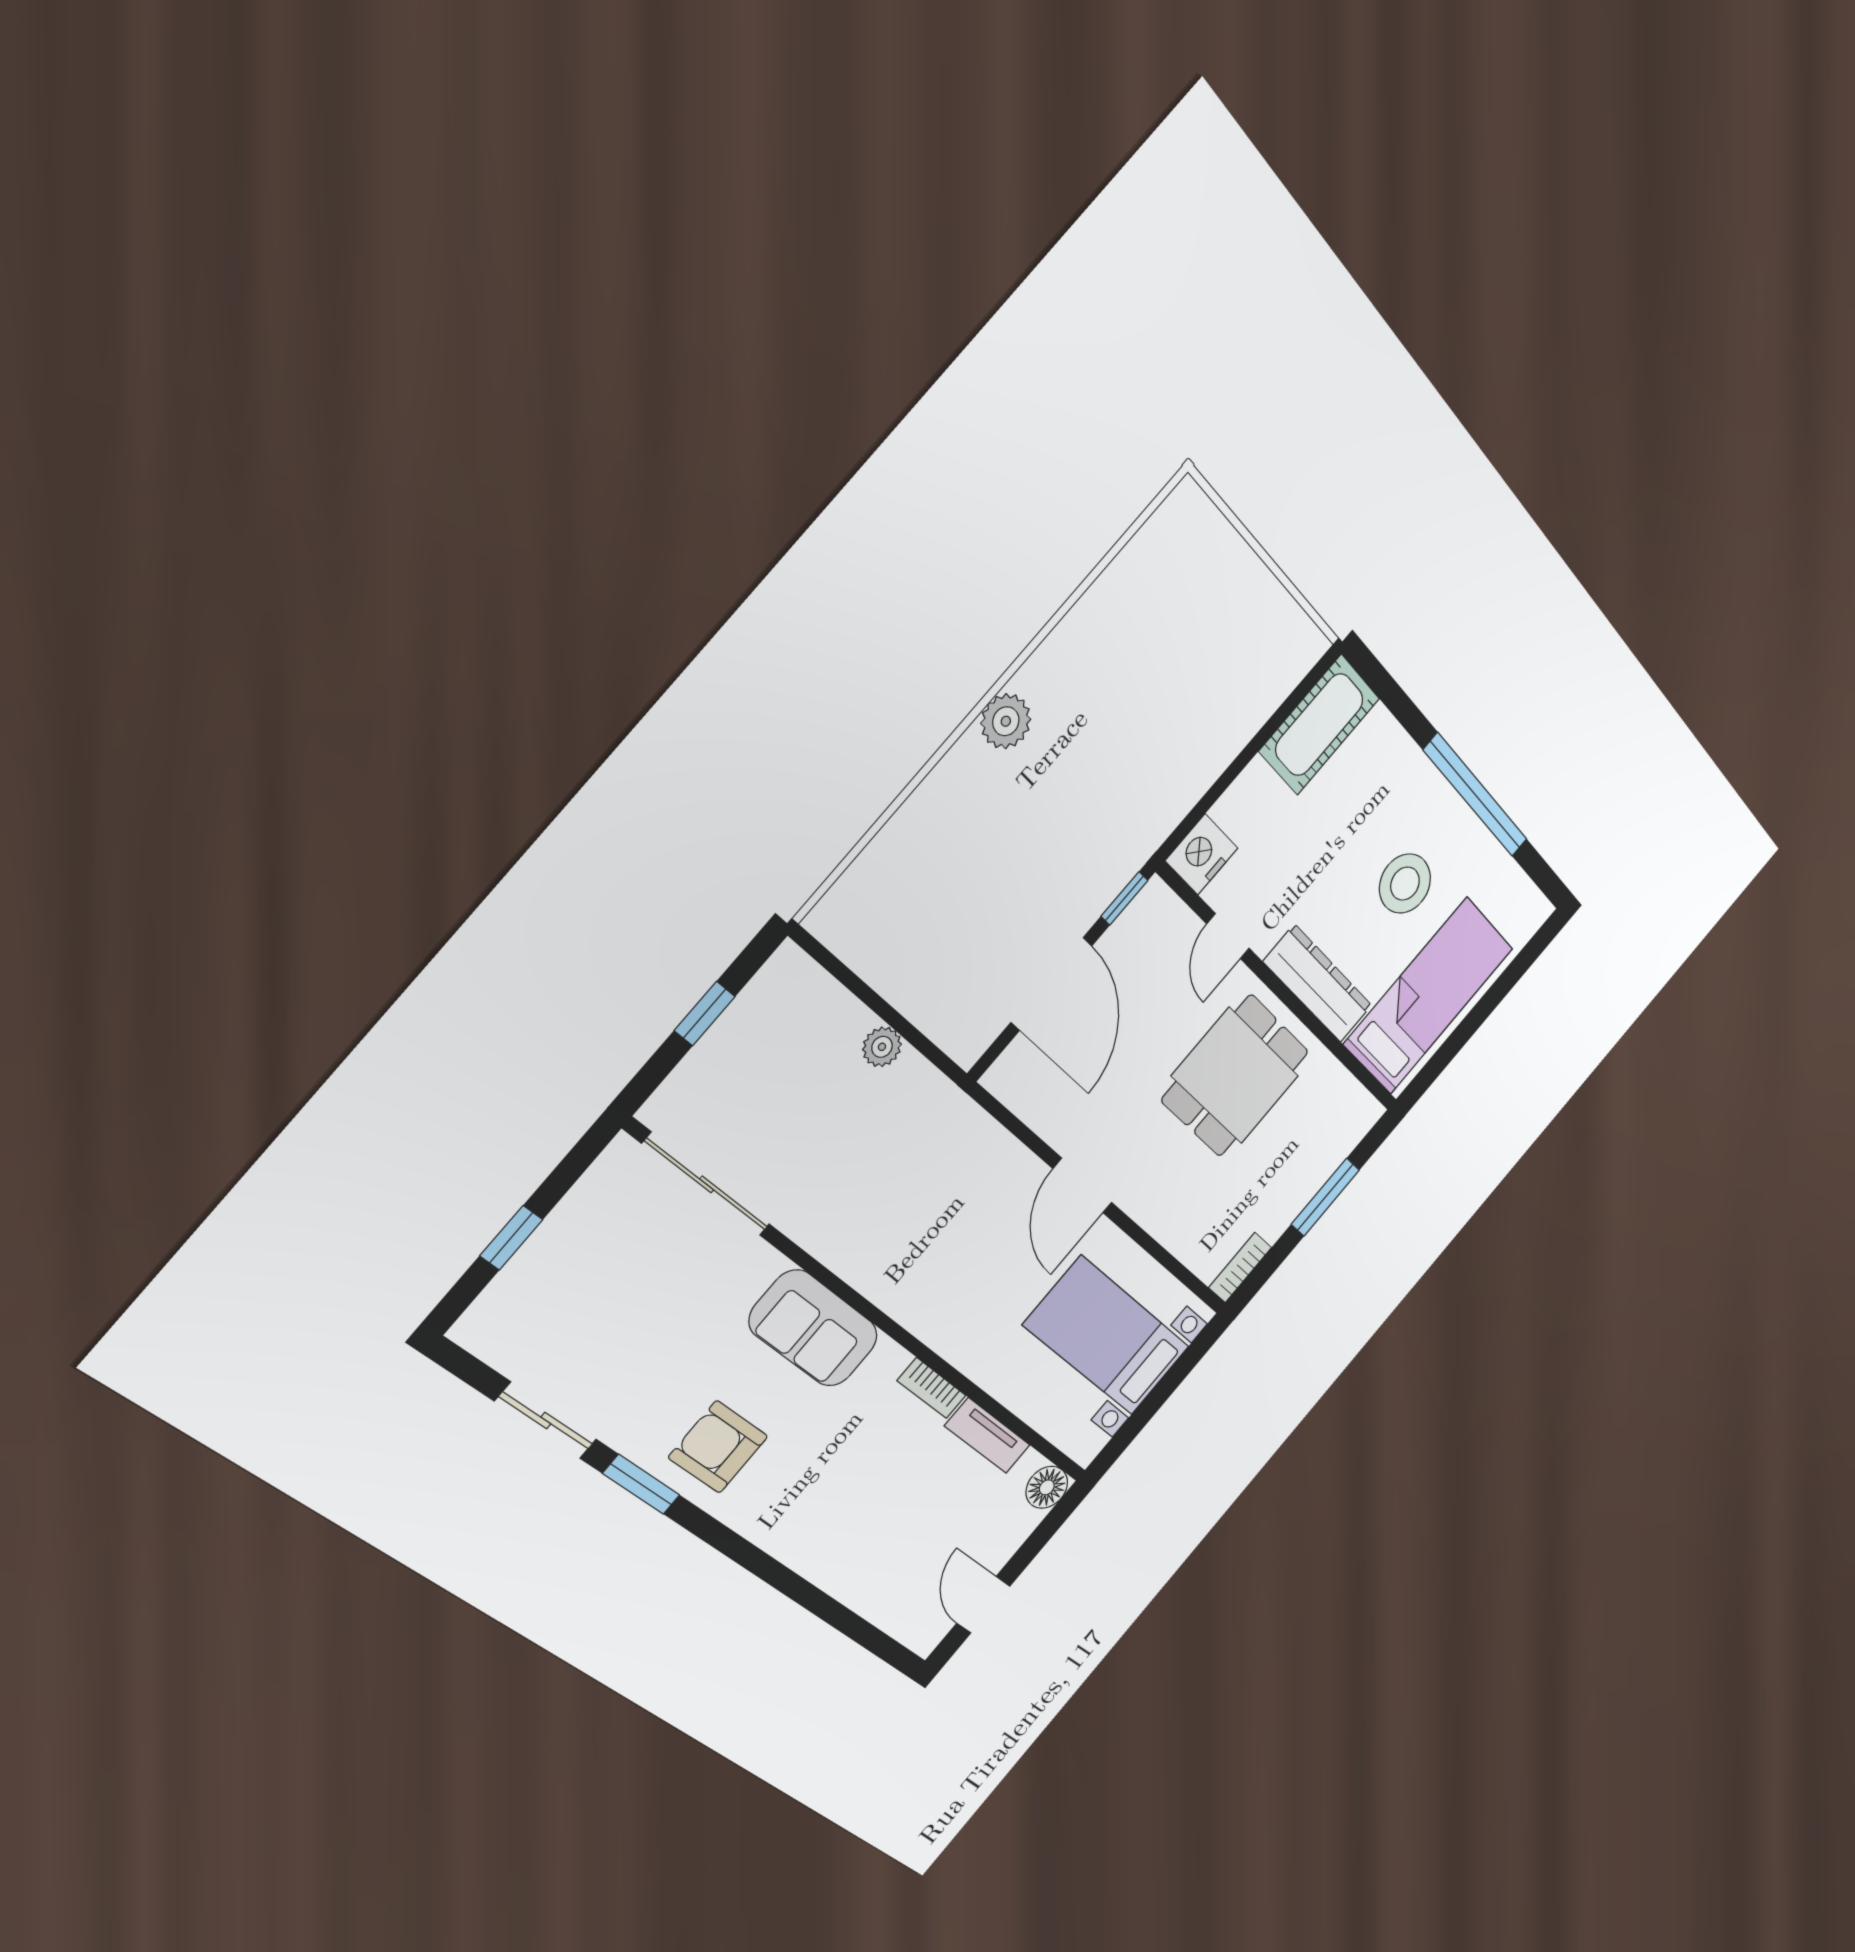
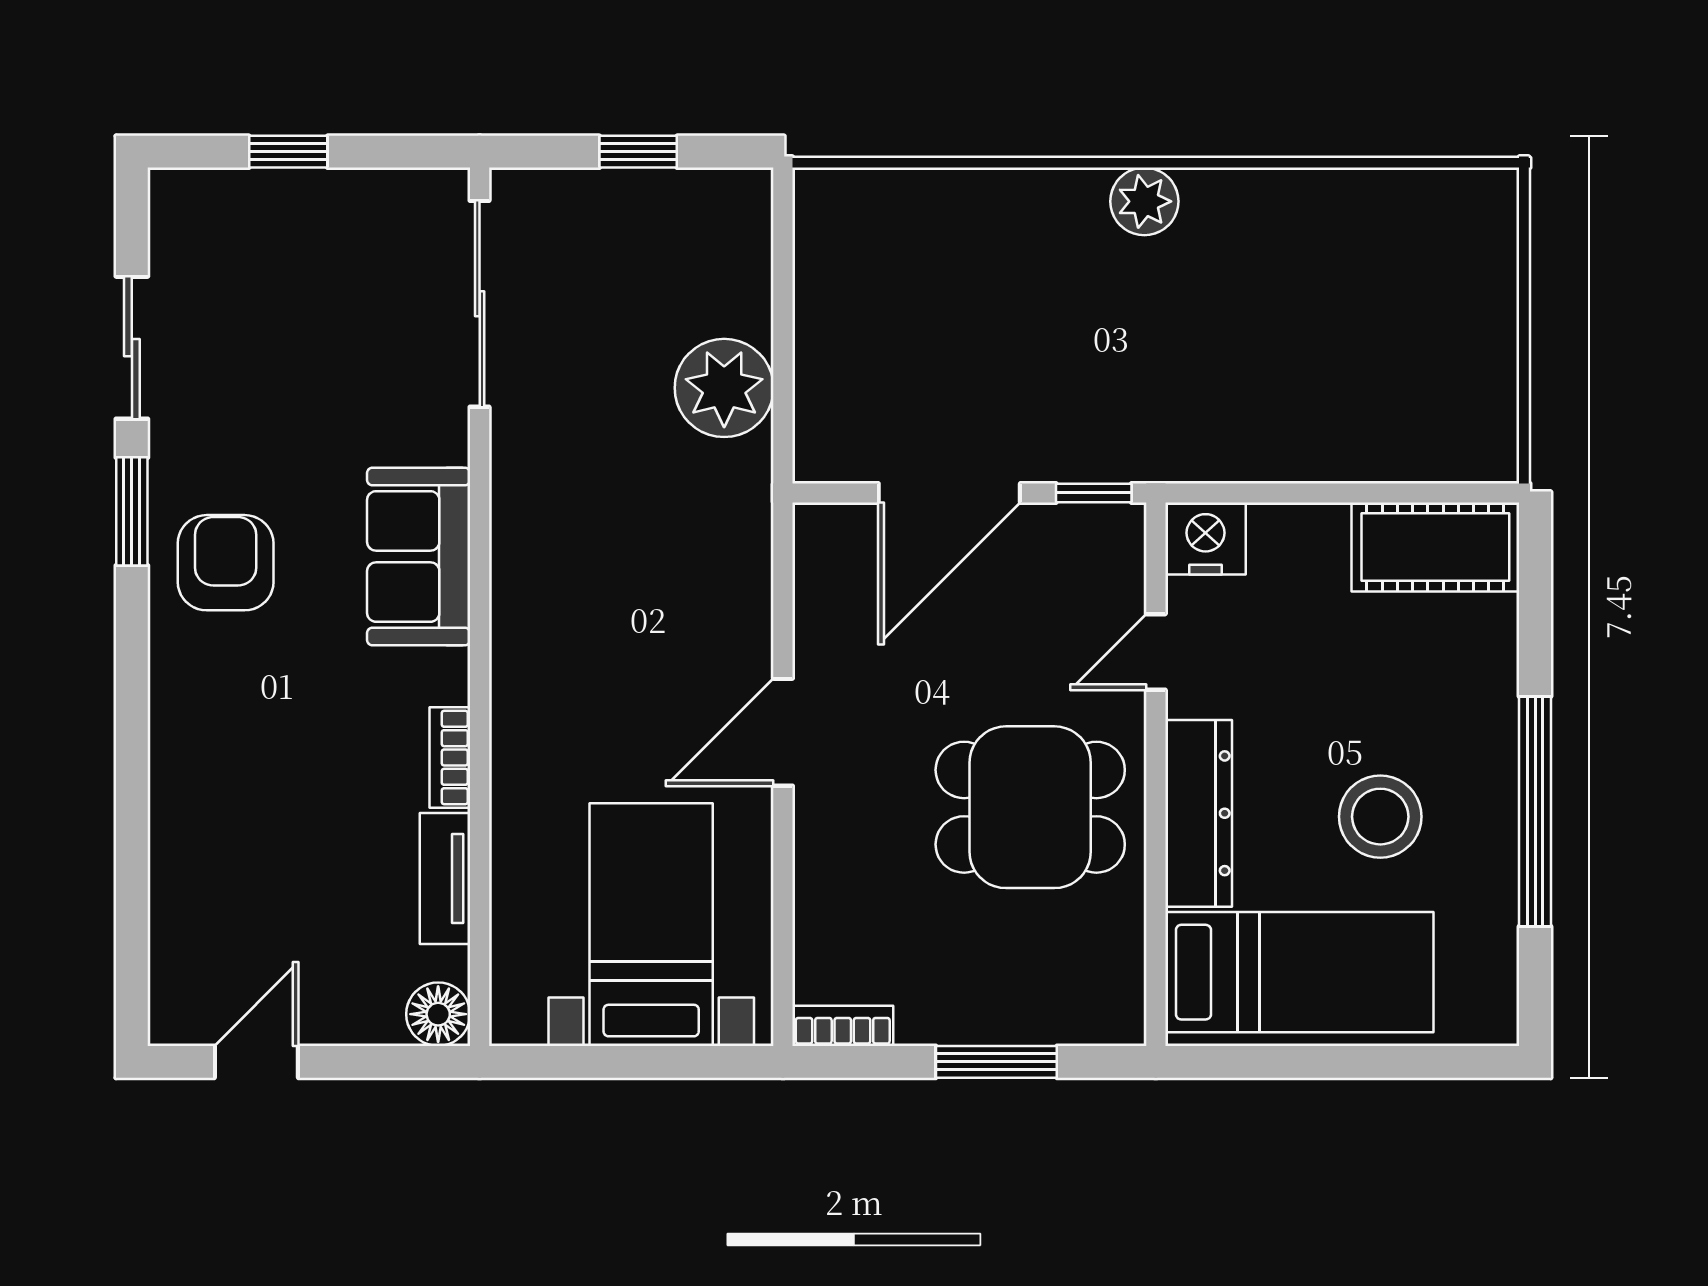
plant: (882, 1047) -> (724, 388), width x1.87, depth x1.87

